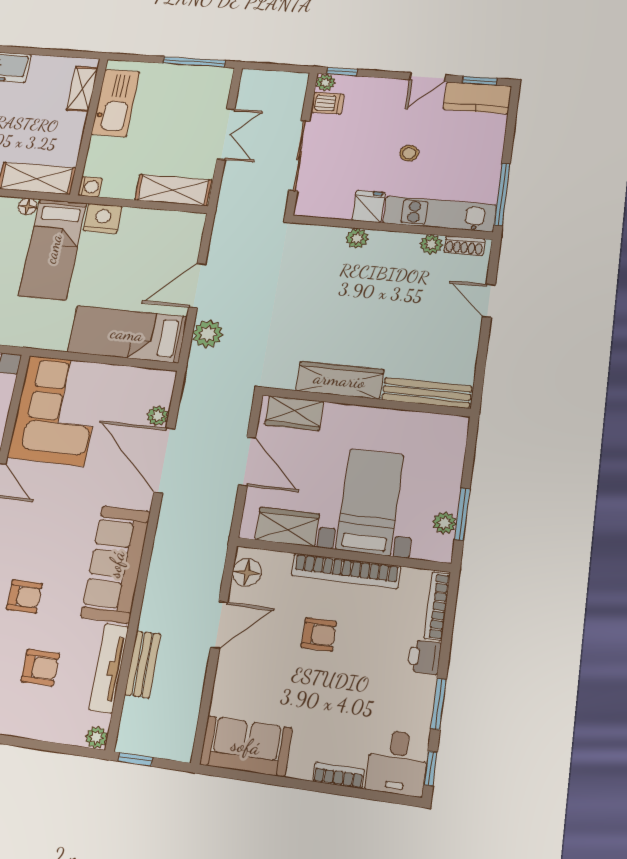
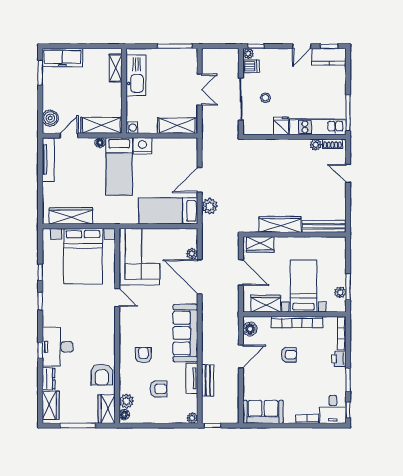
stool: (409, 153) -> (265, 98), moved
plant: (357, 238) -> (278, 145), removed
armchair: (24, 596) -> (143, 355), turned -90
tv unit: (109, 668) -> (192, 378), width x0.71

